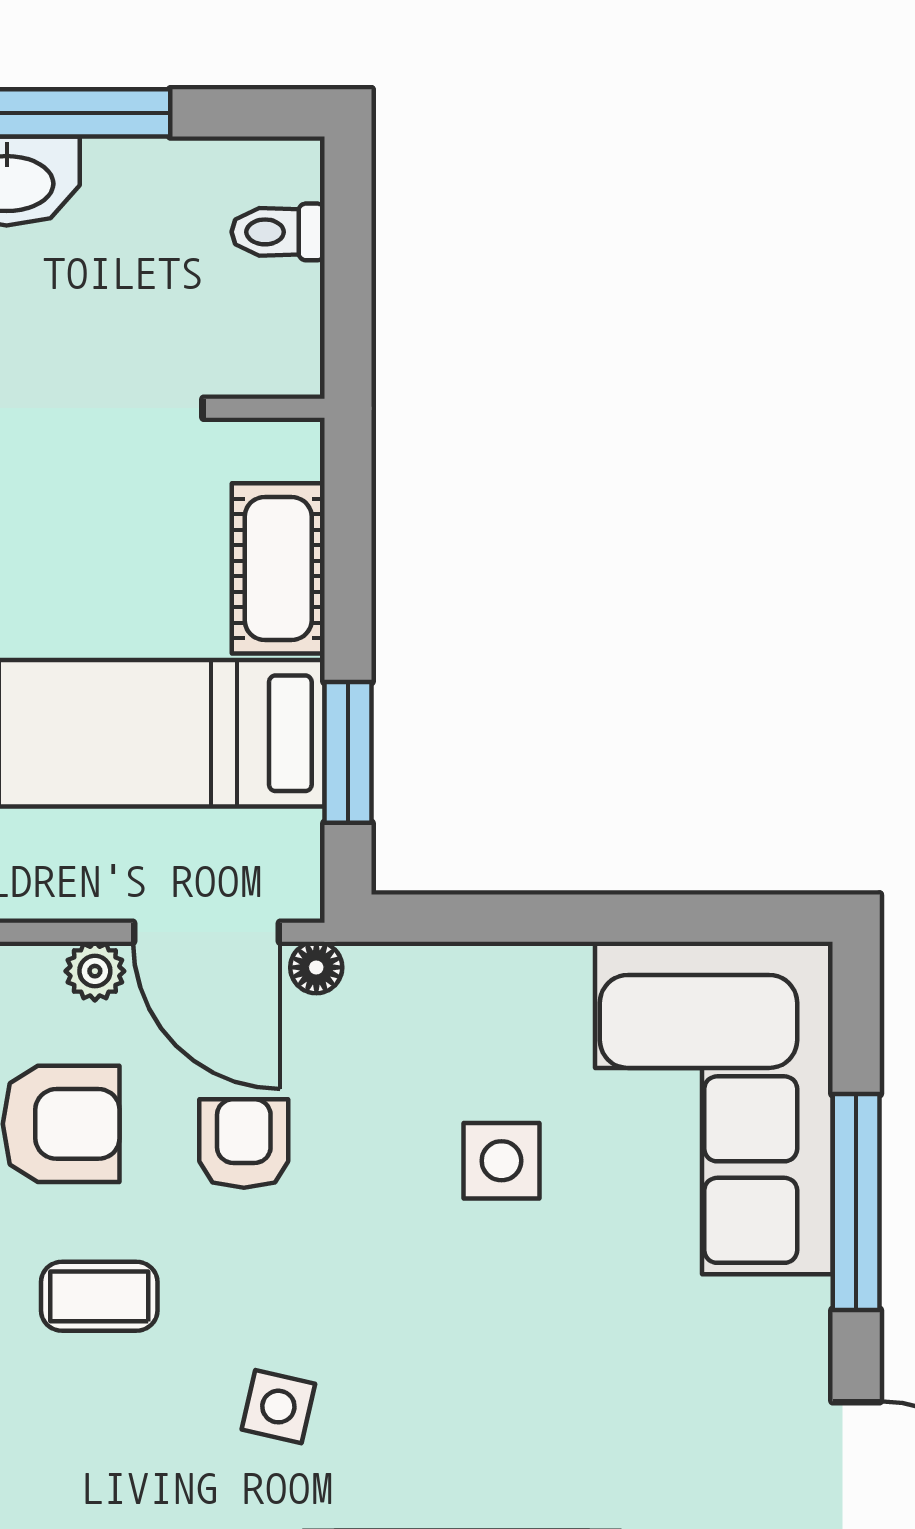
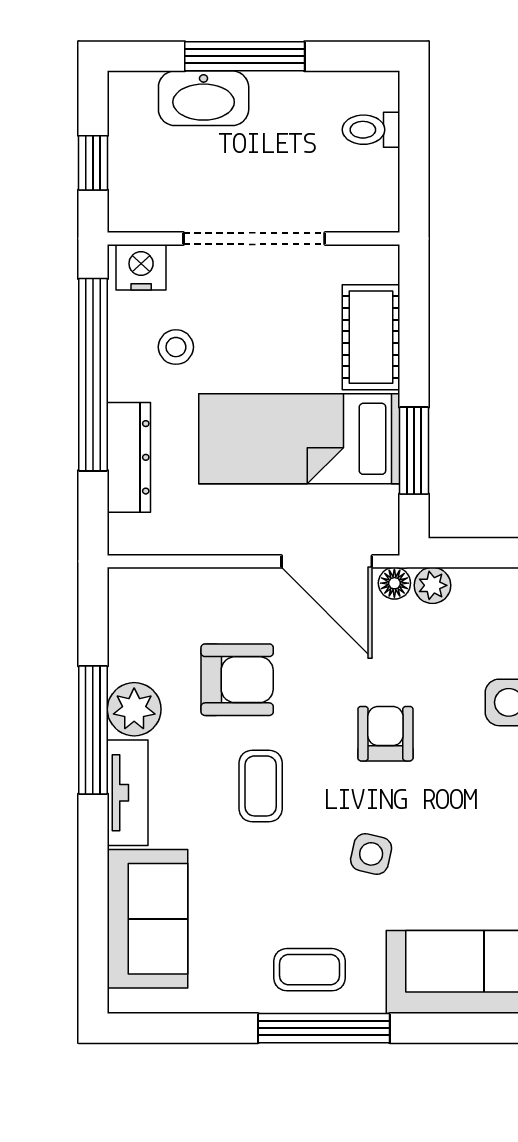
plant: (95, 971) -> (432, 585), moved
armchair: (244, 1143) -> (385, 734), moved
coffee table: (99, 1296) -> (261, 786), turned 90

